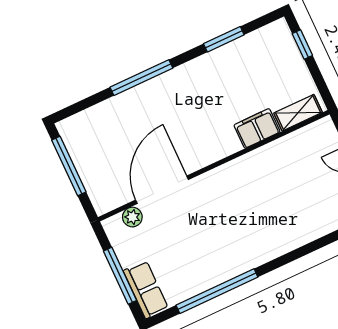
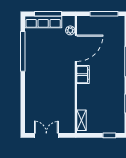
filing cabinet: (257, 128) -> (83, 75), moved
door: (162, 190) -> (76, 48), hinge flipped
row of seats: (146, 290) -> (43, 22), width x1.48

